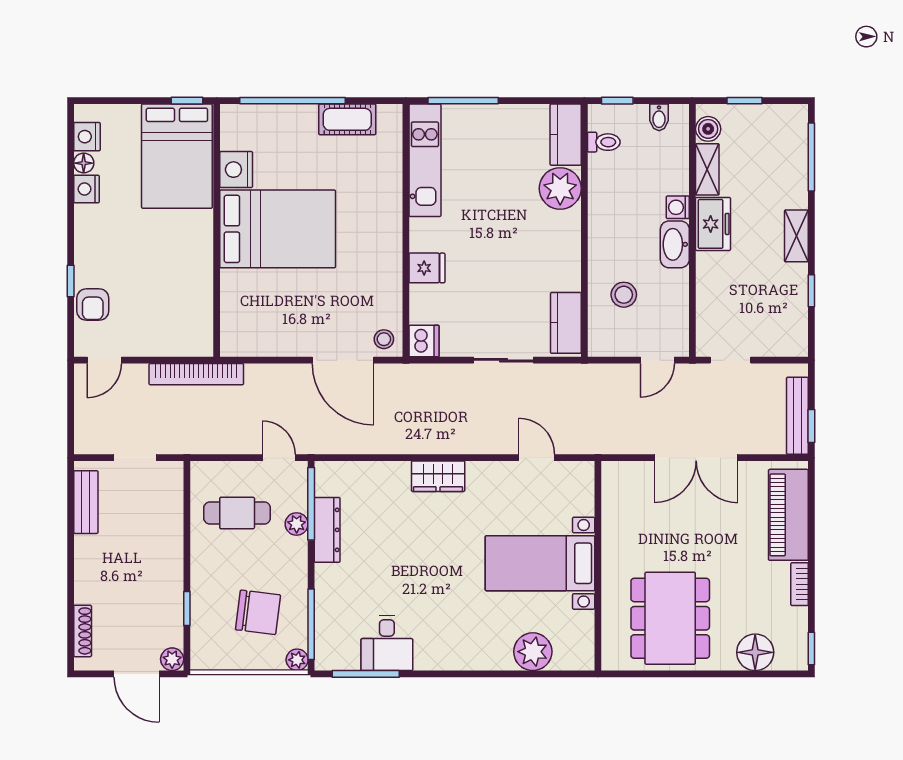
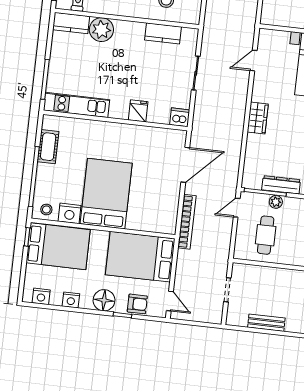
floor lamp: (84, 163) -> (104, 300), moved, width x1.89, depth x1.89
bed: (175, 300) -> (140, 257), added
kitchen counter: (566, 323) -> (163, 33), moved
stool: (384, 339) -> (46, 209), moved
bookcase: (196, 374) -> (187, 222), moved
bench: (86, 502) -> (266, 323), moved

